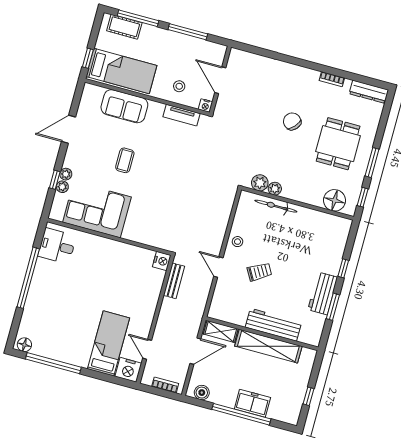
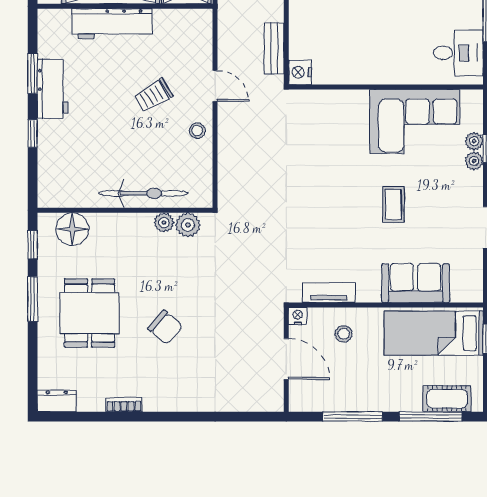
dresser: (369, 92) -> (57, 401), width x0.70
bicycle: (276, 206) -> (143, 193), width x1.37, depth x1.40

